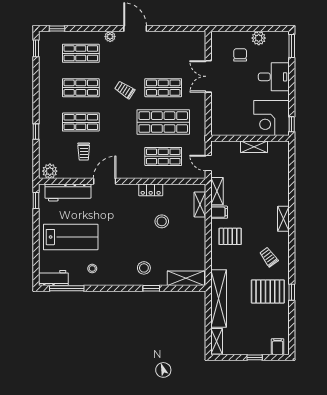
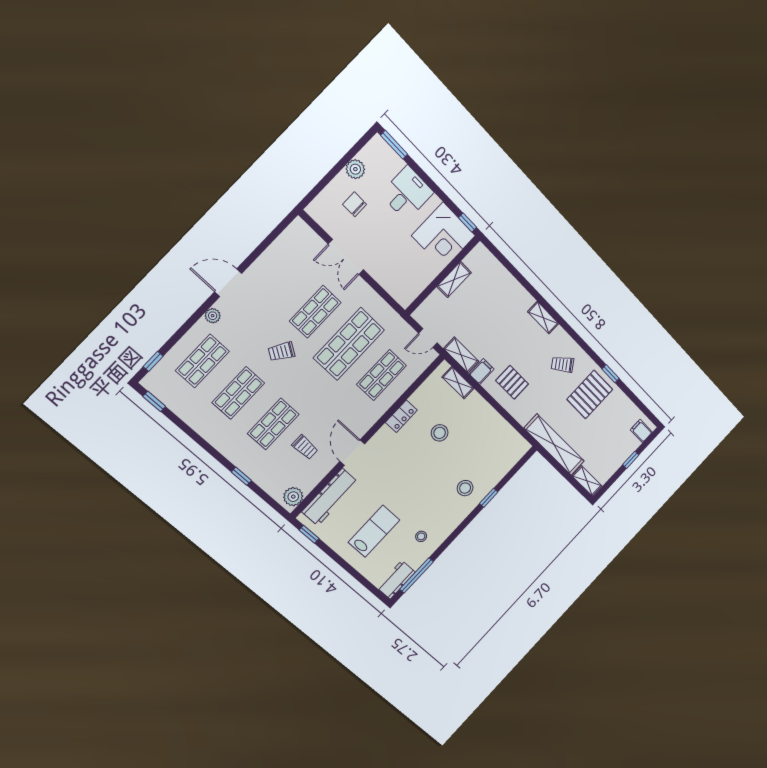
pallet: (230, 236) -> (512, 382), turned 90
lab bench: (71, 237) -> (374, 531), width x0.73, depth x0.72
shelving: (186, 278) -> (510, 458), removed

